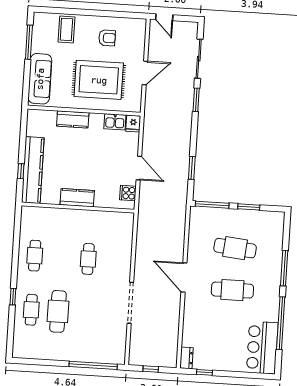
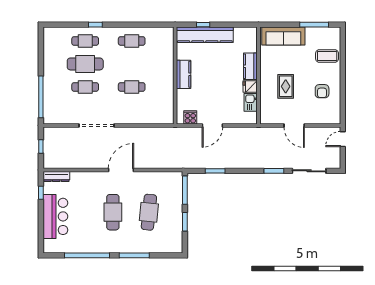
rug: (99, 80) -> (286, 86), width x0.54, depth x0.49
fridge: (133, 124) -> (250, 87), moved
cafe table: (85, 313) -> (85, 87), added
bar counter: (262, 348) -> (55, 216), moved, turned 90
dresser: (186, 358) -> (56, 176), width x1.44

